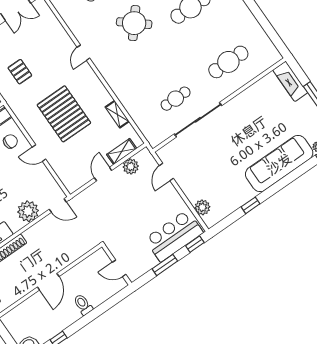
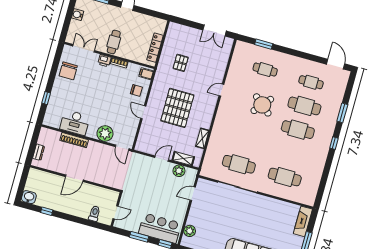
cafe table: (176, 99) -> (239, 164), width x1.37, depth x1.35
door: (119, 268) -> (116, 212), swing flipped
toilet: (83, 305) -> (94, 214), moved

